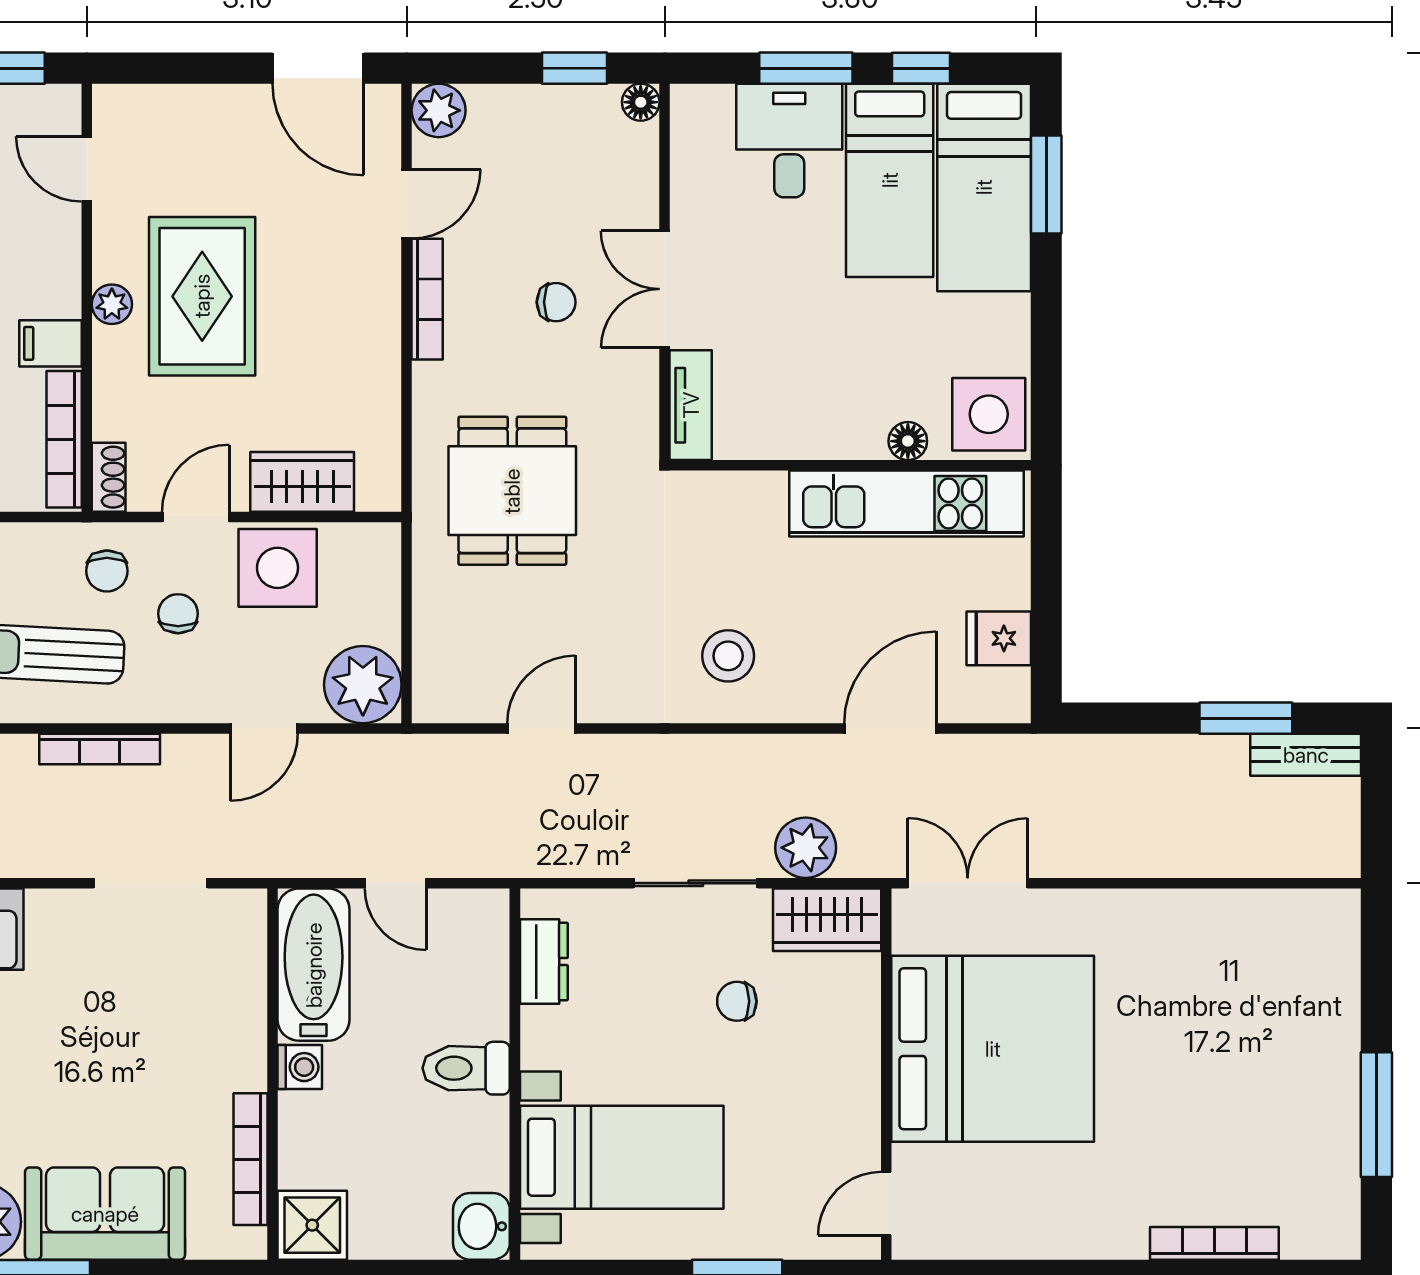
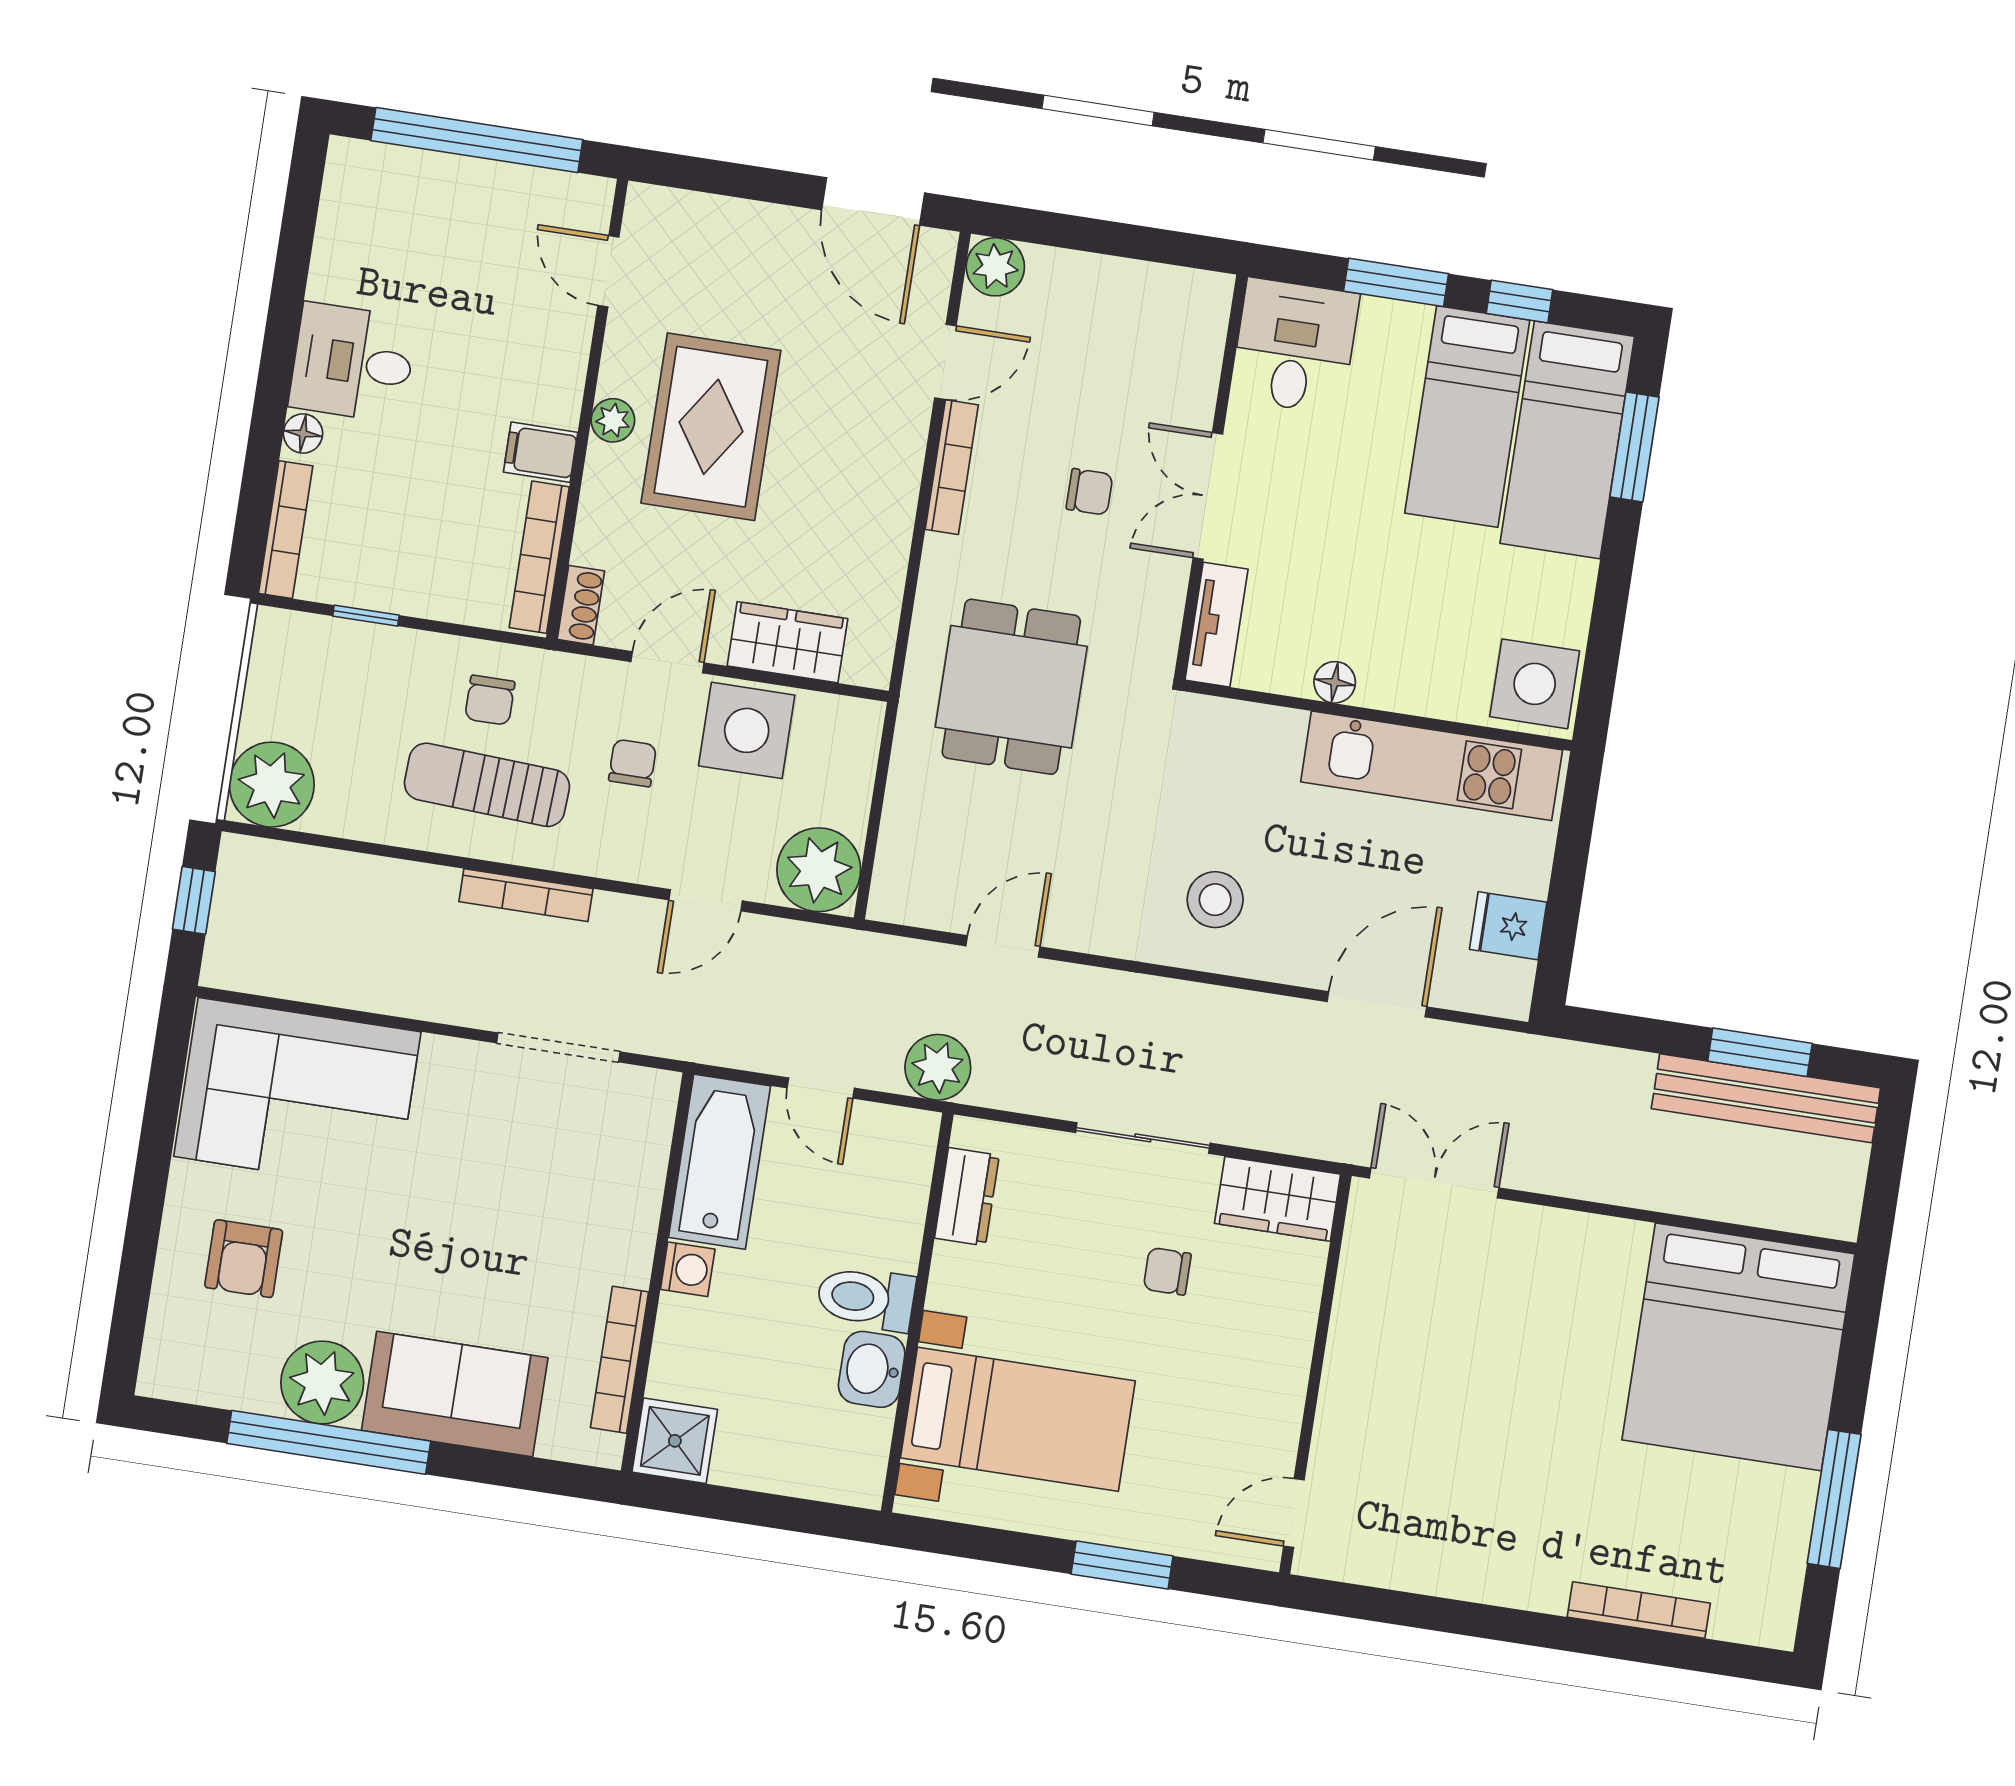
window: (575, 68) -> (1148, 244), removed
floor lamp: (641, 102) -> (1213, 292), removed
desk: (789, 140) -> (1295, 346), moved
floor lamp: (908, 441) -> (1335, 682), moved
chair: (107, 571) -> (490, 700), moved
bench: (1306, 755) -> (1766, 1098), width x1.86, depth x1.21
plant: (806, 848) -> (938, 1067), moved
bed: (993, 1049) -> (1738, 1347), moved, turned 90
washbasin: (481, 1226) -> (872, 1369), moved

